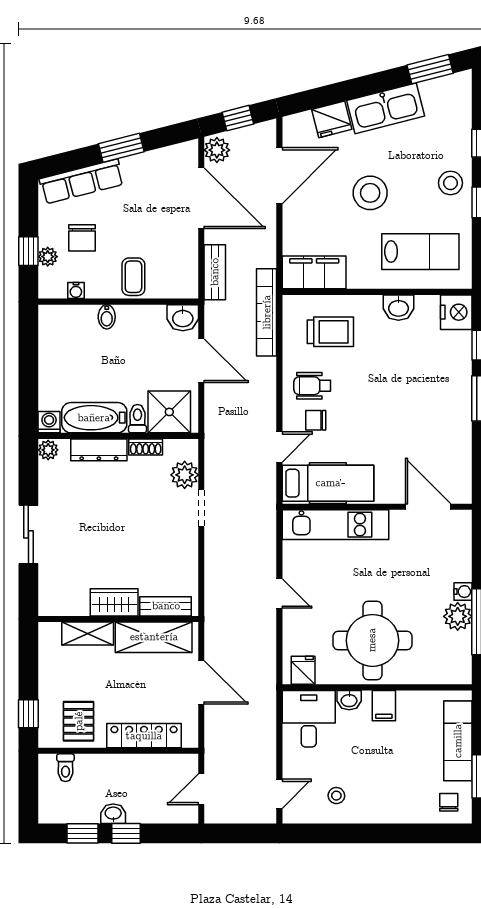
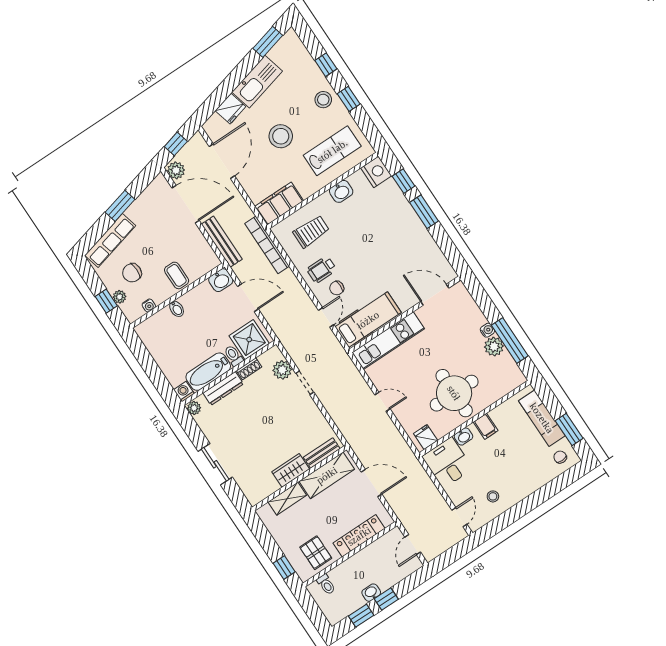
chair: (82, 238) -> (132, 273), turned 90
bench: (215, 272) -> (222, 242), width x1.36

